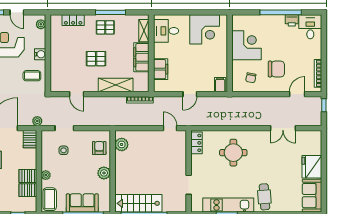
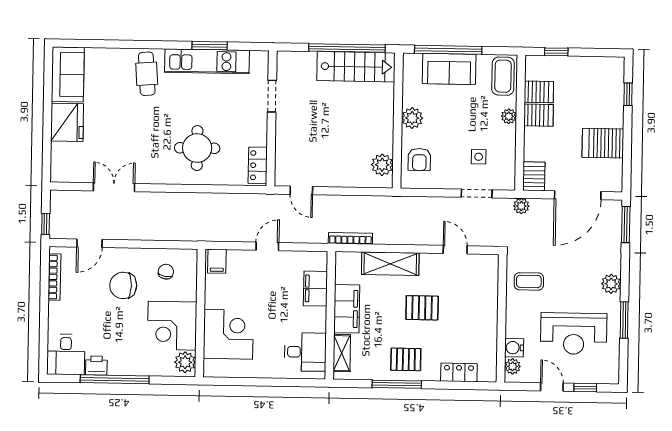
plant: (238, 23) -> (185, 362), added
corner desk: (205, 29) -> (228, 334), moved, turned 90
water cooler: (40, 54) -> (514, 348), moved

